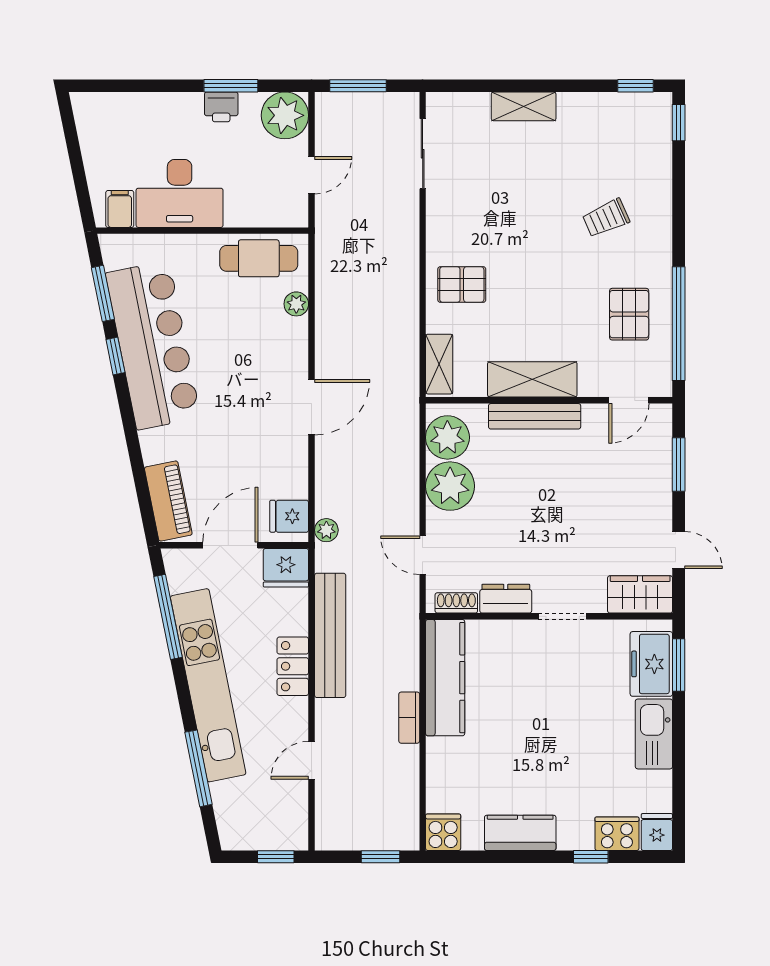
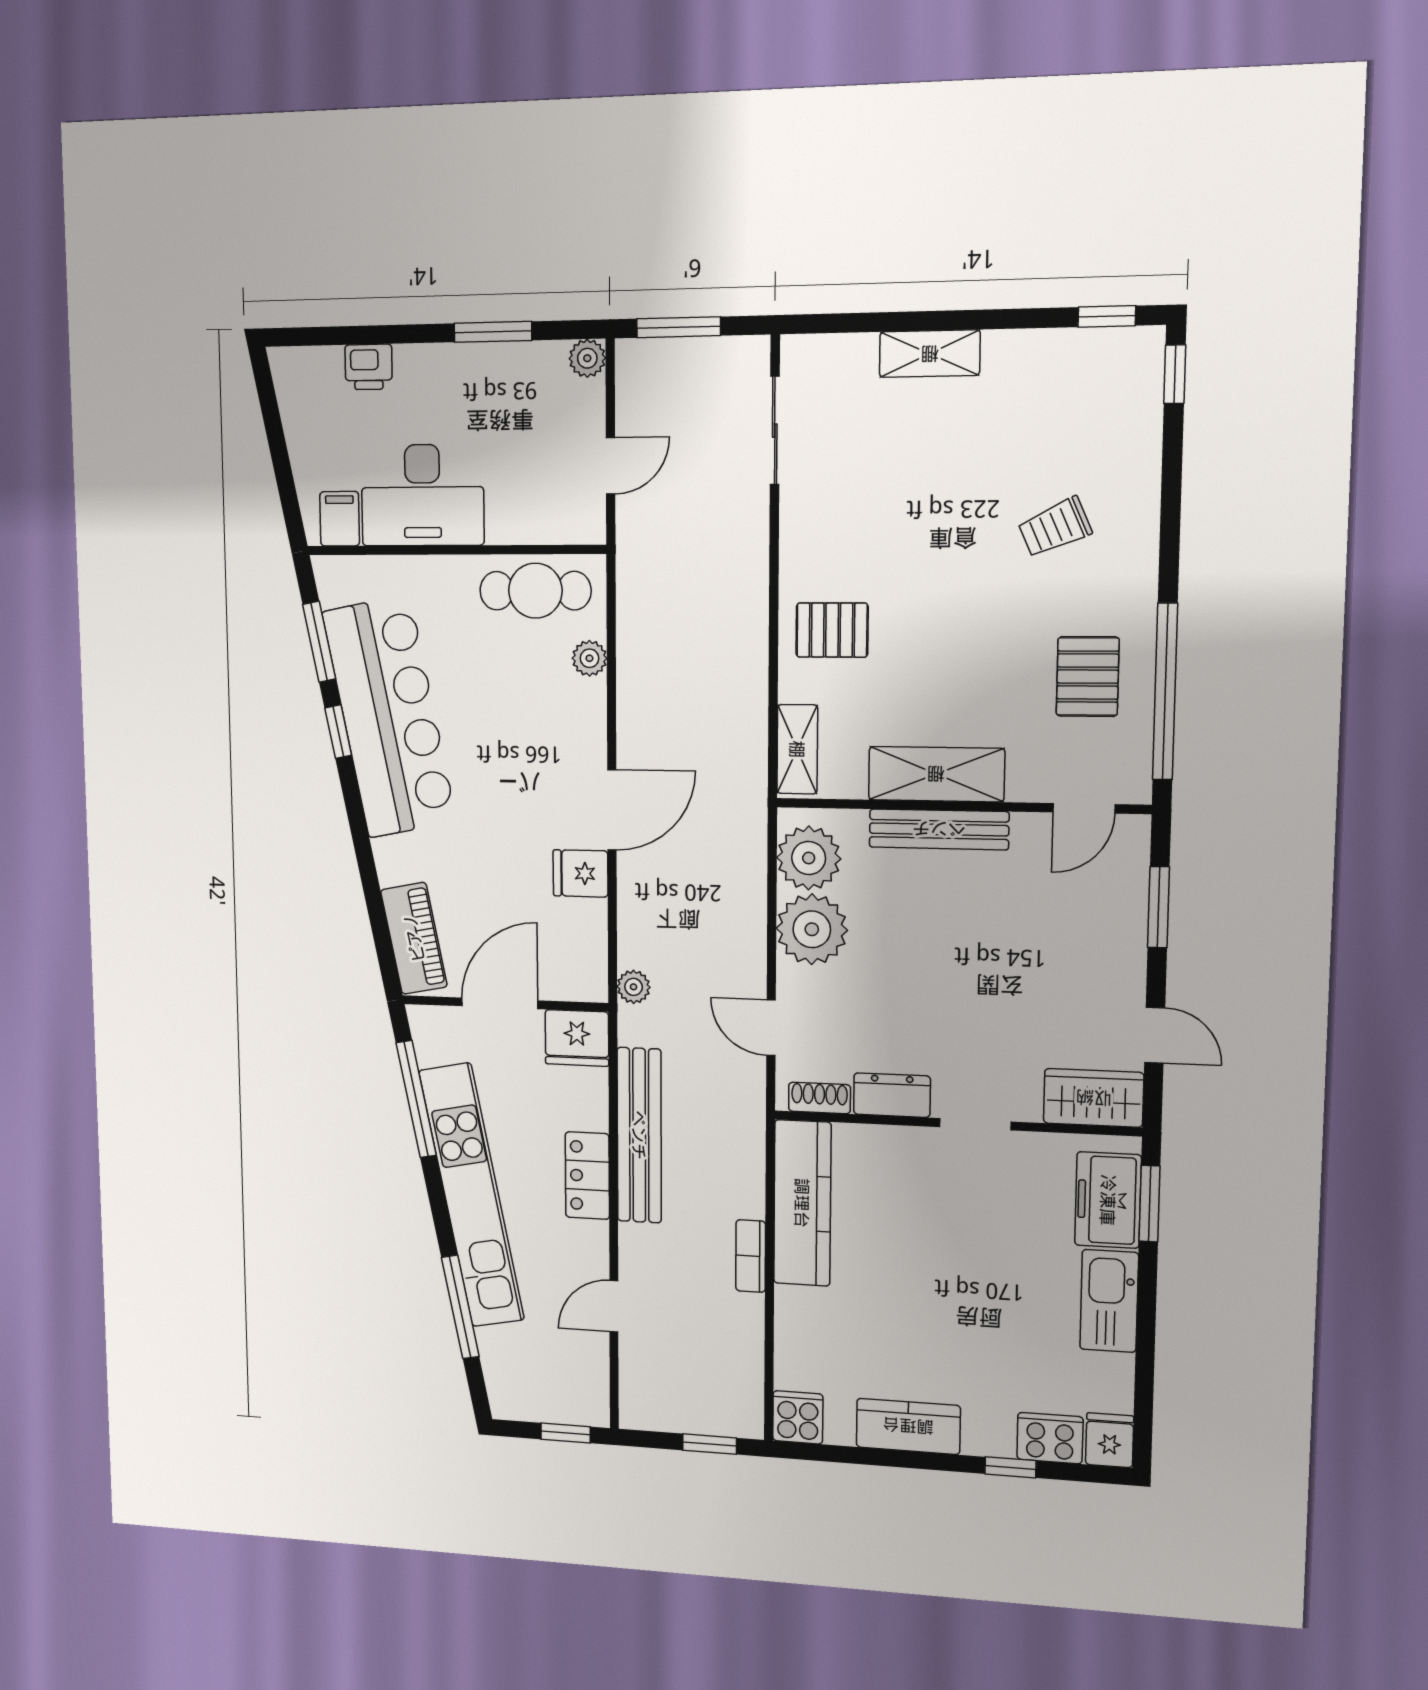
printer: (221, 107) -> (369, 367), moved
plant: (285, 115) -> (587, 358), width x0.53, depth x0.53
fridge: (289, 516) -> (581, 873), moved

